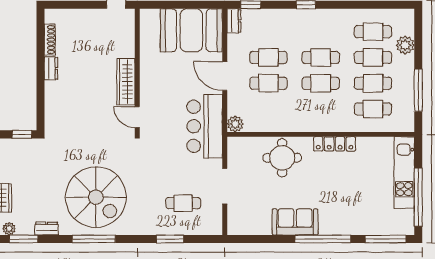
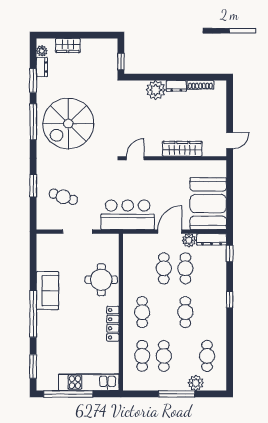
dresser: (234, 21) -> (212, 239), width x1.44
cafe table: (373, 57) -> (185, 356), removed
wardrobe: (126, 82) -> (182, 149), moved
cafe table: (321, 83) -> (142, 312), moved
window: (418, 90) -> (177, 394), moved
plant: (56, 93) -> (156, 90), added
plant: (235, 124) -> (189, 240), moved
cafe table: (183, 203) -> (63, 197), turned -72
dresser: (47, 229) -> (42, 67), moved
window: (24, 239) -> (33, 81), moved
window: (386, 239) -> (33, 366), width x0.69

